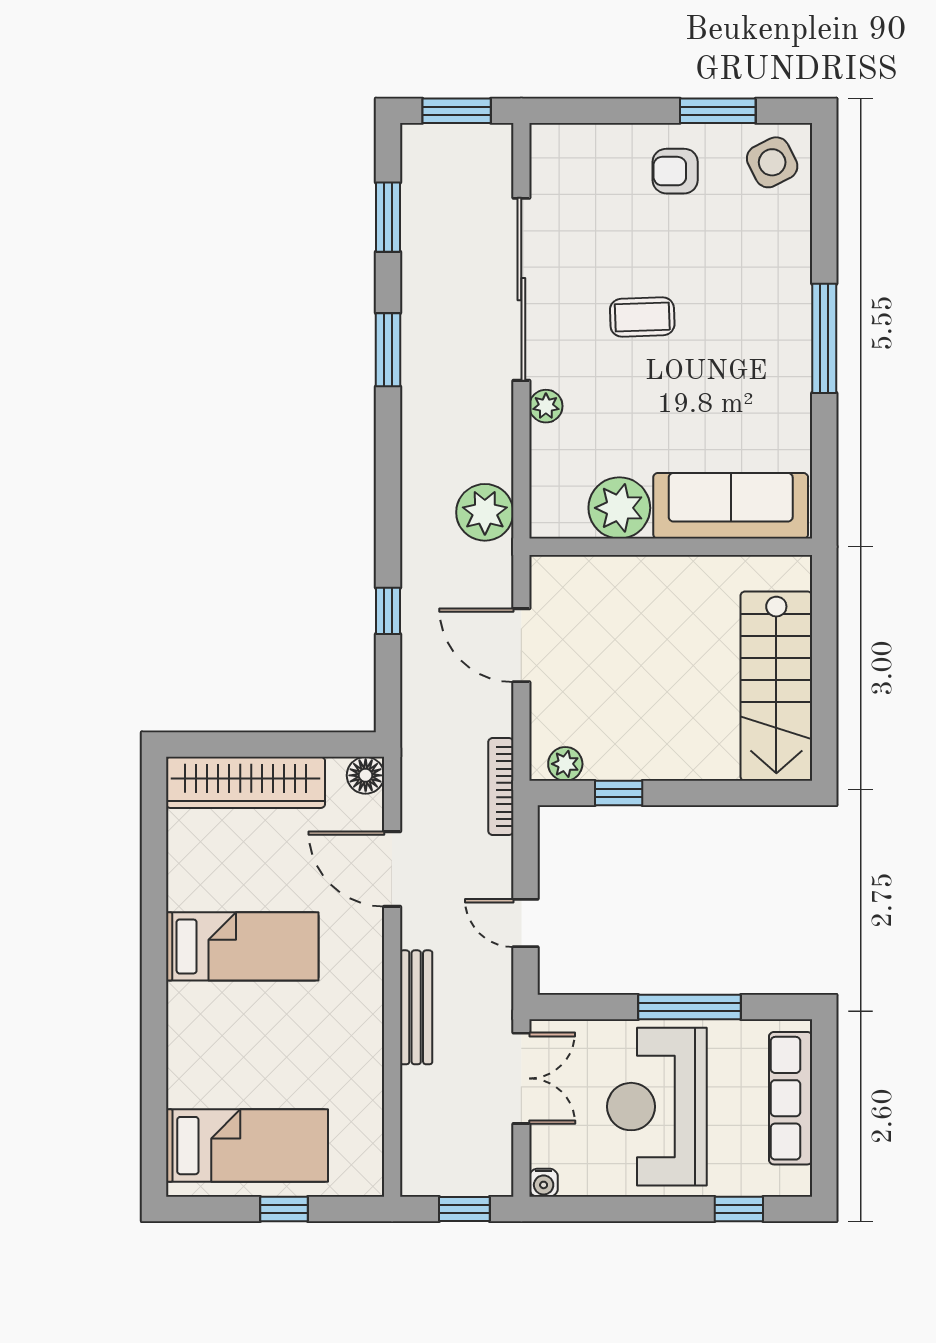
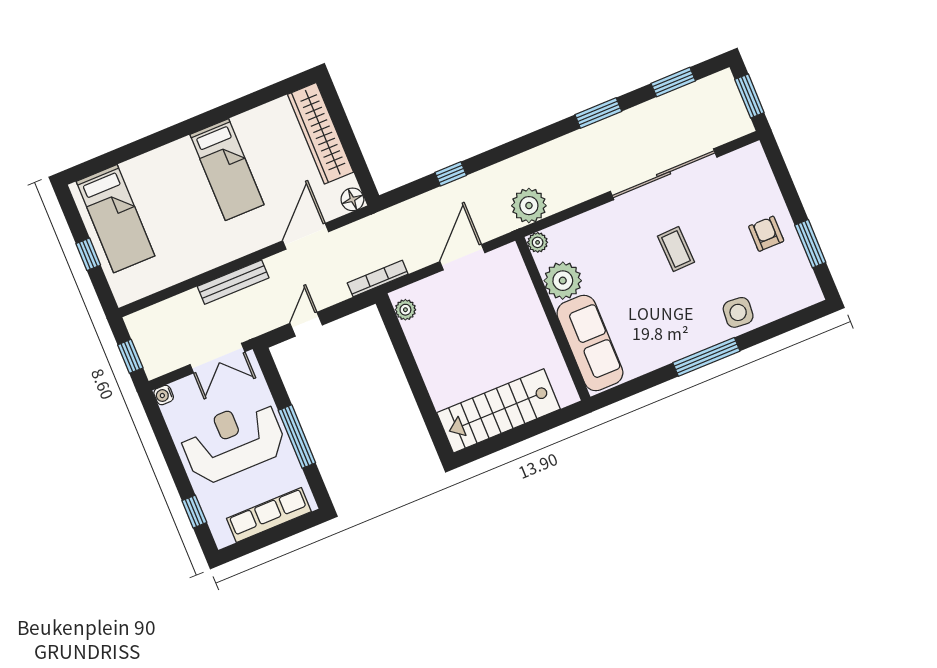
side table: (772, 162) -> (738, 312), moved, turned 32
plant: (546, 406) -> (538, 242), moved
window: (619, 793) -> (401, 347), removed

